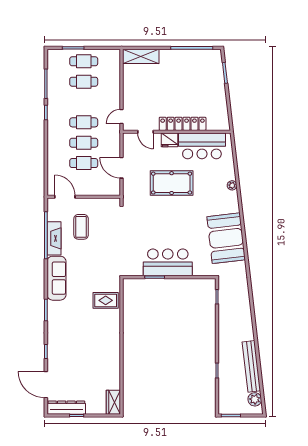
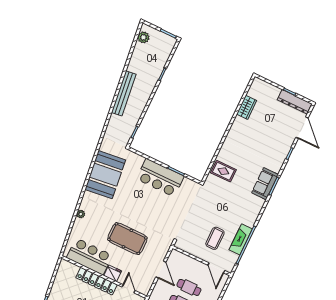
sofa: (56, 278) -> (265, 184), moved, width x0.73
bench: (251, 366) -> (124, 93), moved
wardrobe: (113, 402) -> (247, 107), moved

